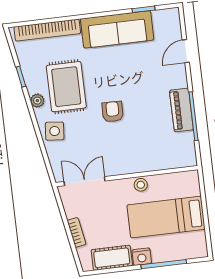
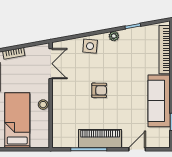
door: (186, 51) -> (137, 149), hinge flipped
rug: (66, 87) -> (122, 59), removed
piano: (181, 110) -> (100, 139), width x1.37, depth x1.33

